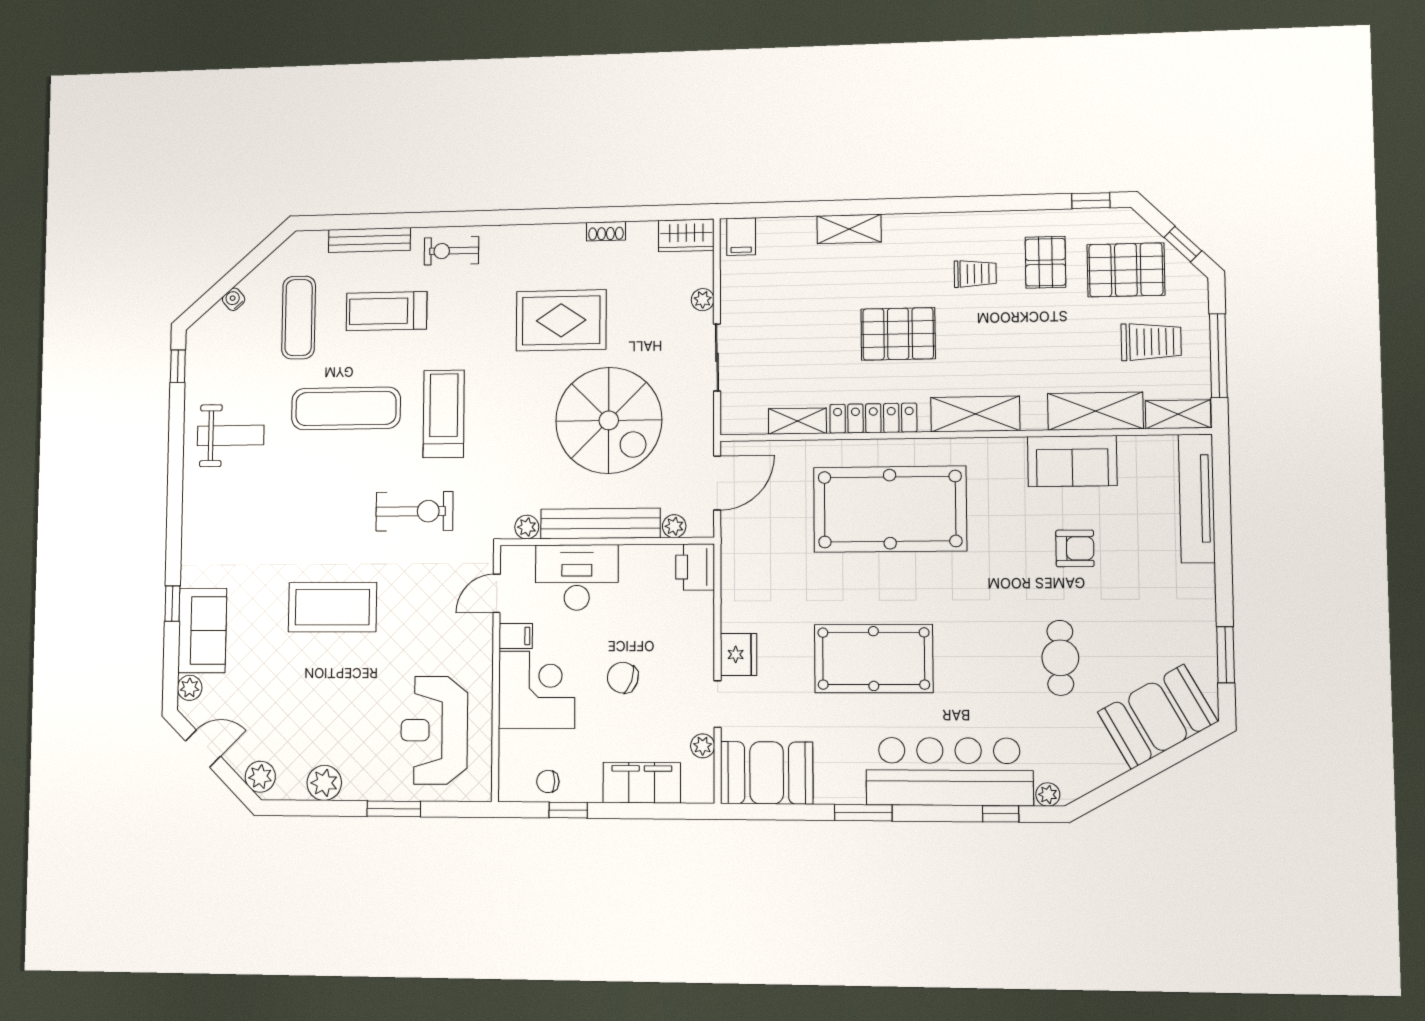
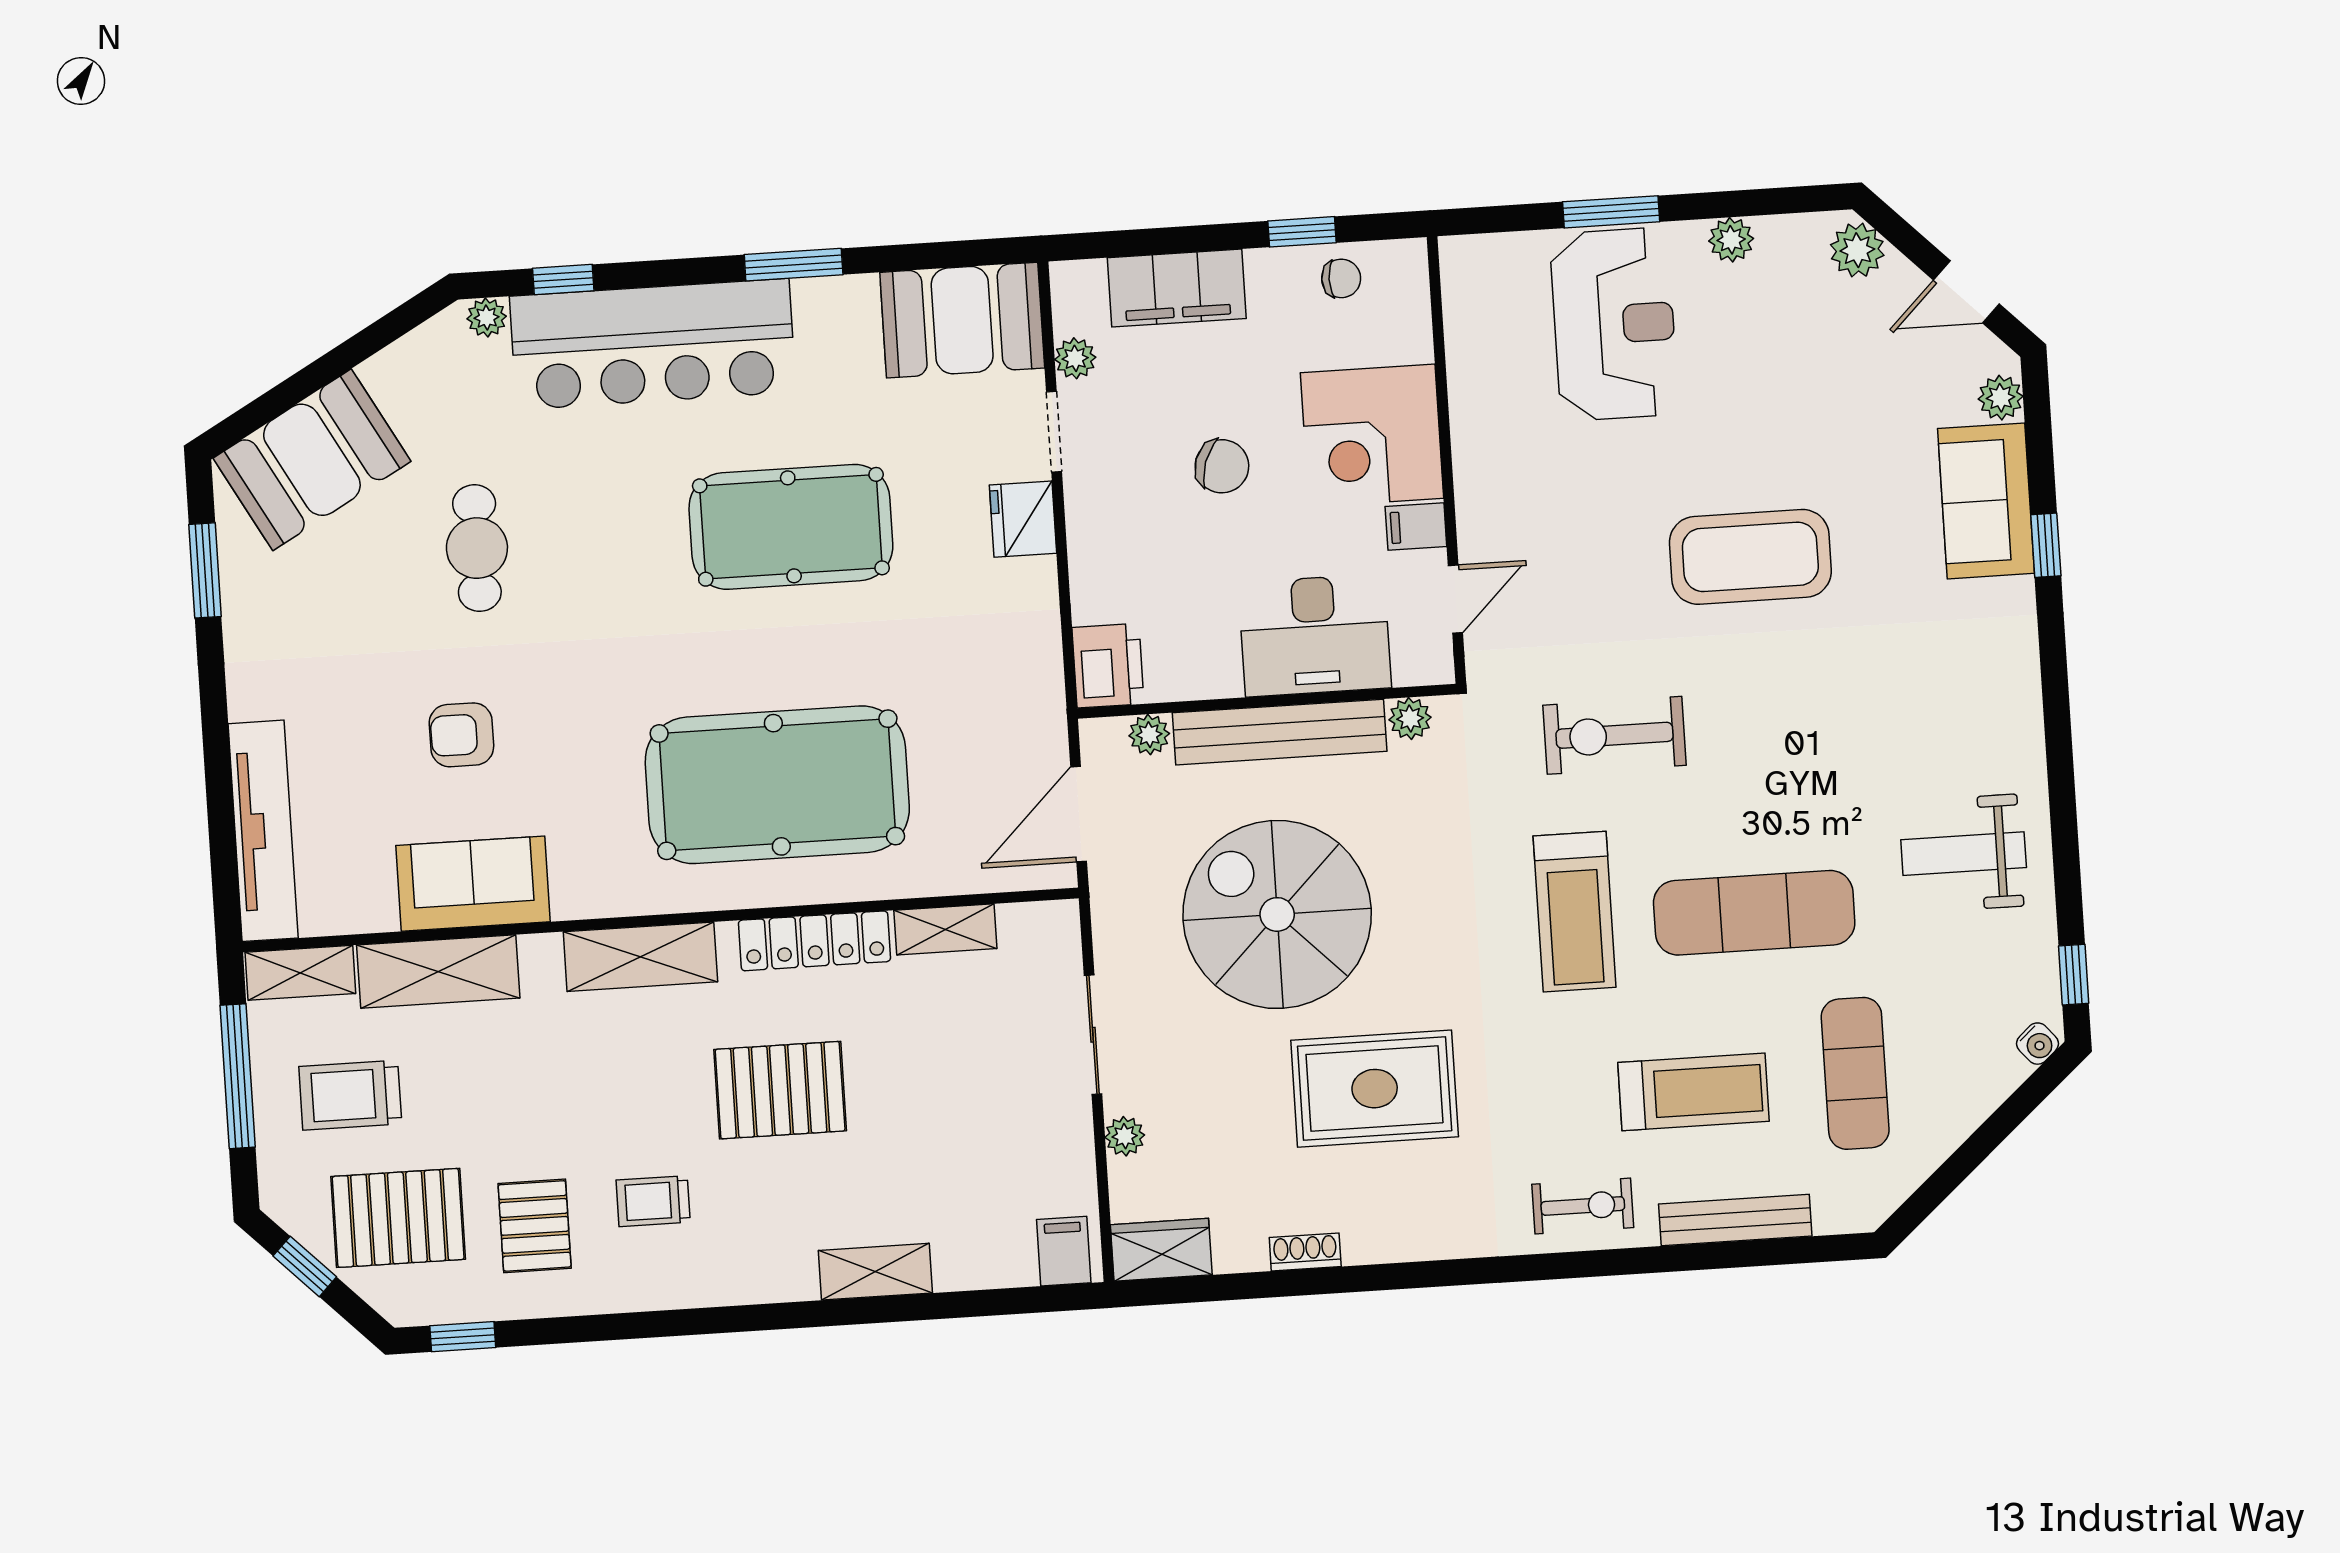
water cooler: (234, 299) -> (2038, 1044), moved
reception desk: (434, 730) -> (1614, 324), moved
plant: (324, 783) -> (1731, 240), width x0.73, depth x0.73

